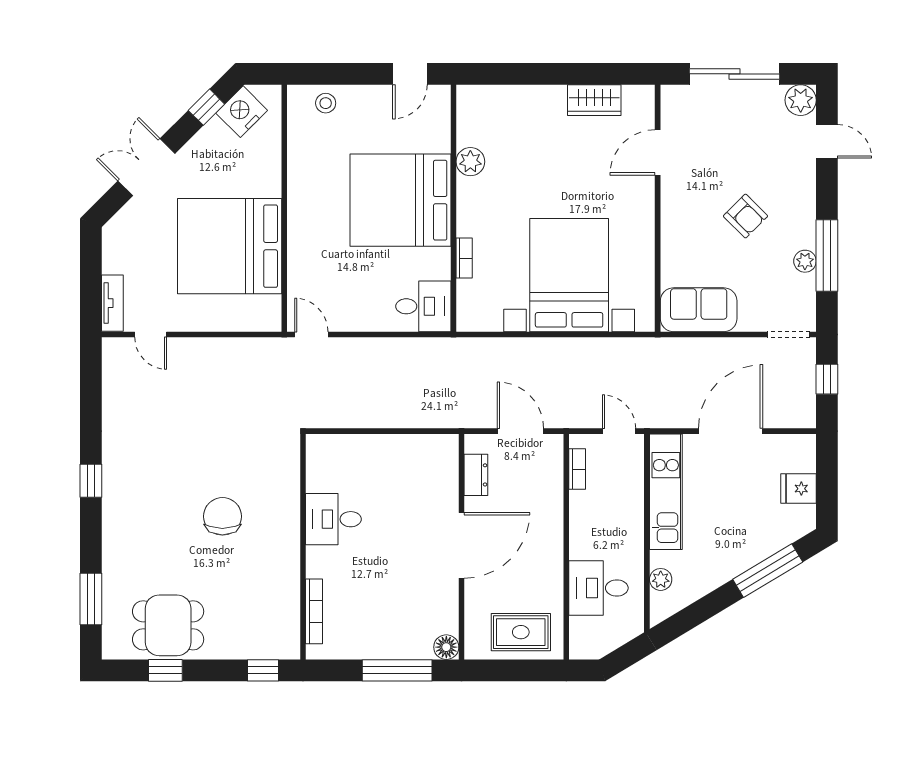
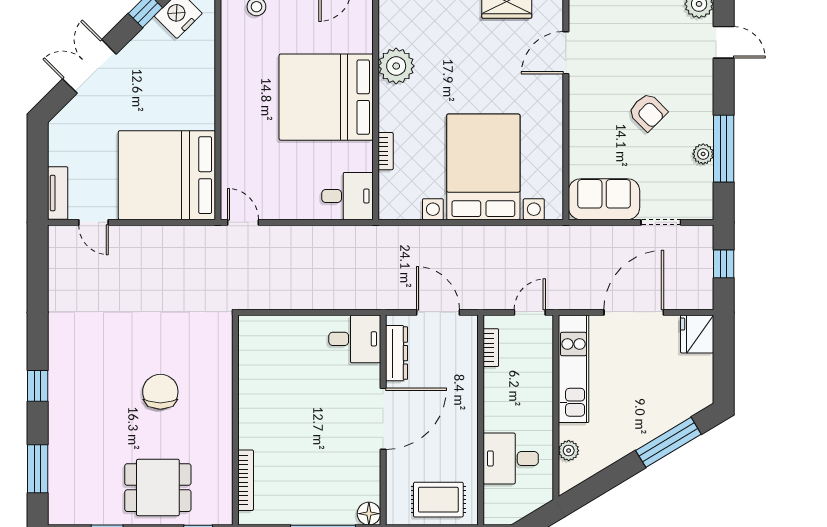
plant: (470, 162) -> (396, 66), width x1.36, depth x1.36
bed: (230, 246) -> (167, 175), moved
doorway: (789, 334) -> (661, 222), moved
door: (619, 431) -> (530, 312), hinge flipped
dresser: (476, 475) -> (396, 353), width x1.44
window: (91, 481) -> (38, 386), moved
fridge: (798, 489) -> (697, 334), moved, width x1.38
desk: (333, 519) -> (355, 339), moved, turned 180
dining table: (168, 625) -> (158, 488), moved

